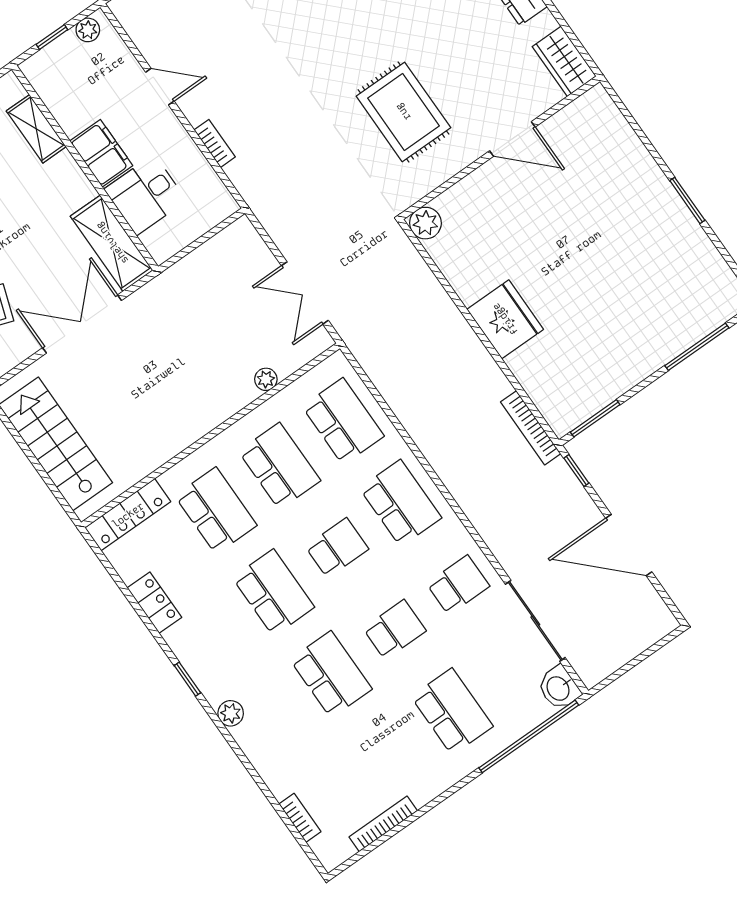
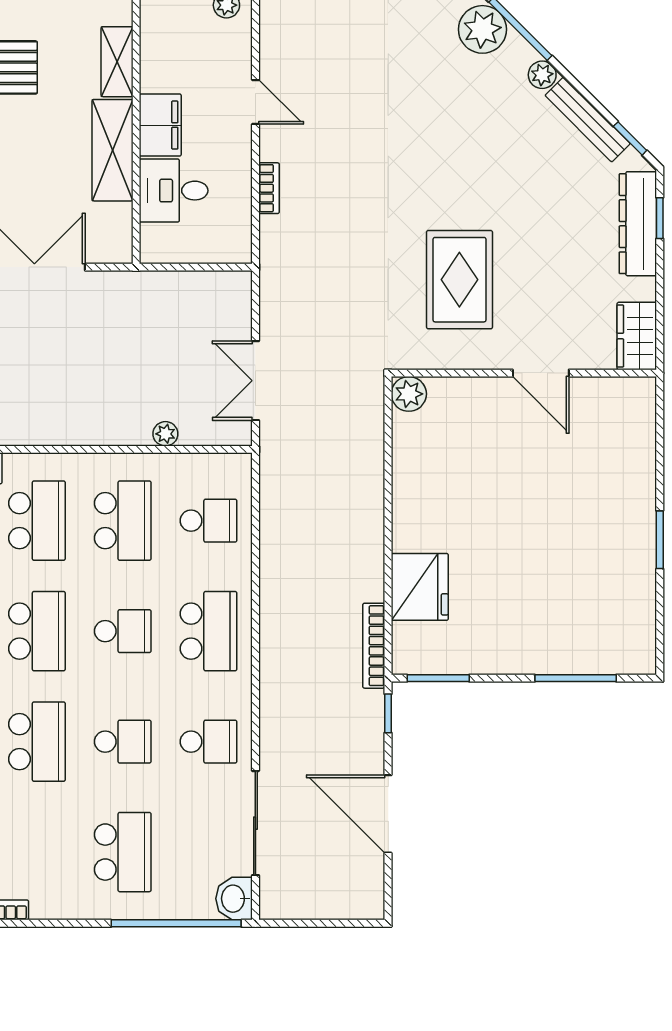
shelving: (112, 243) -> (113, 150), moved
fridge: (505, 319) -> (420, 587), moved
school desk: (343, 421) -> (208, 521), width x0.54

